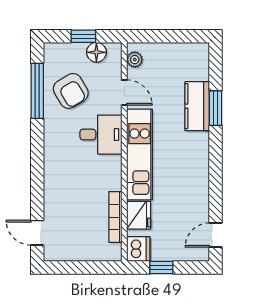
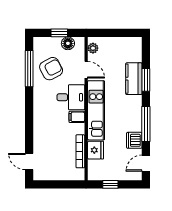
armchair: (71, 91) -> (51, 69), turned -87
filing cabinet: (110, 164) -> (77, 117), added
window: (216, 175) -> (146, 124), added
dishwasher: (138, 249) -> (134, 140), moved, turned 180

